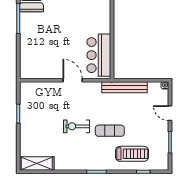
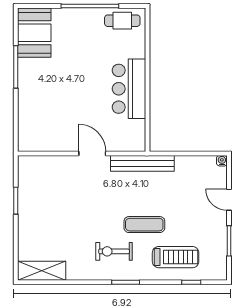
bar counter: (99, 55) -> (129, 89), moved
bench: (125, 87) -> (142, 163), moved
exercise bike: (77, 126) -> (114, 251), moved

